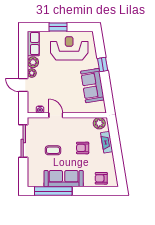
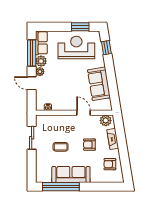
window: (58, 27) -> (80, 27), moved
window: (23, 54) -> (32, 53), added
window: (103, 65) -> (106, 48), moved
door: (56, 115) -> (83, 113), moved
sliding door: (23, 141) -> (32, 138), width x0.73
armchair: (101, 178) -> (110, 164), moved

